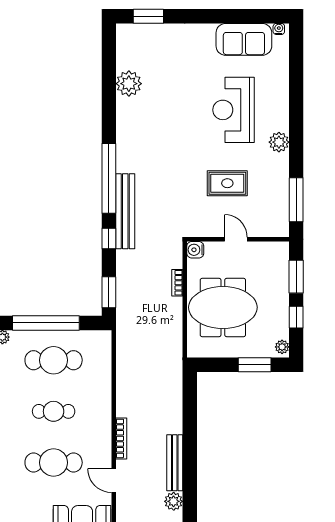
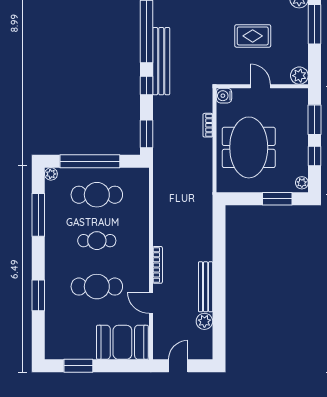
window: (296, 200) -> (314, 24), moved
plant: (279, 227) -> (299, 76), added
meeting table: (223, 307) -> (249, 147), turned 90

